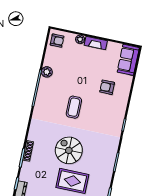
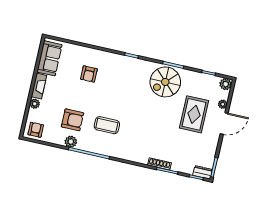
sofa: (128, 60) -> (49, 58), moved, turned -90
armchair: (66, 73) -> (72, 120), added
coffee table: (74, 107) -> (107, 125), moved
spiral stairs: (69, 150) -> (165, 82), moved

